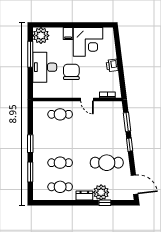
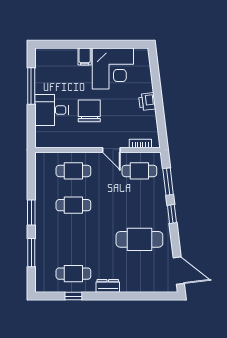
plant: (41, 36) -> (46, 59), removed
desk: (45, 67) -> (52, 110), width x0.73
cafe table: (107, 114) -> (139, 171), added
cafe table: (60, 163) -> (73, 205), moved
plant: (101, 192) -> (131, 282), removed
window: (105, 203) -> (73, 296), moved

